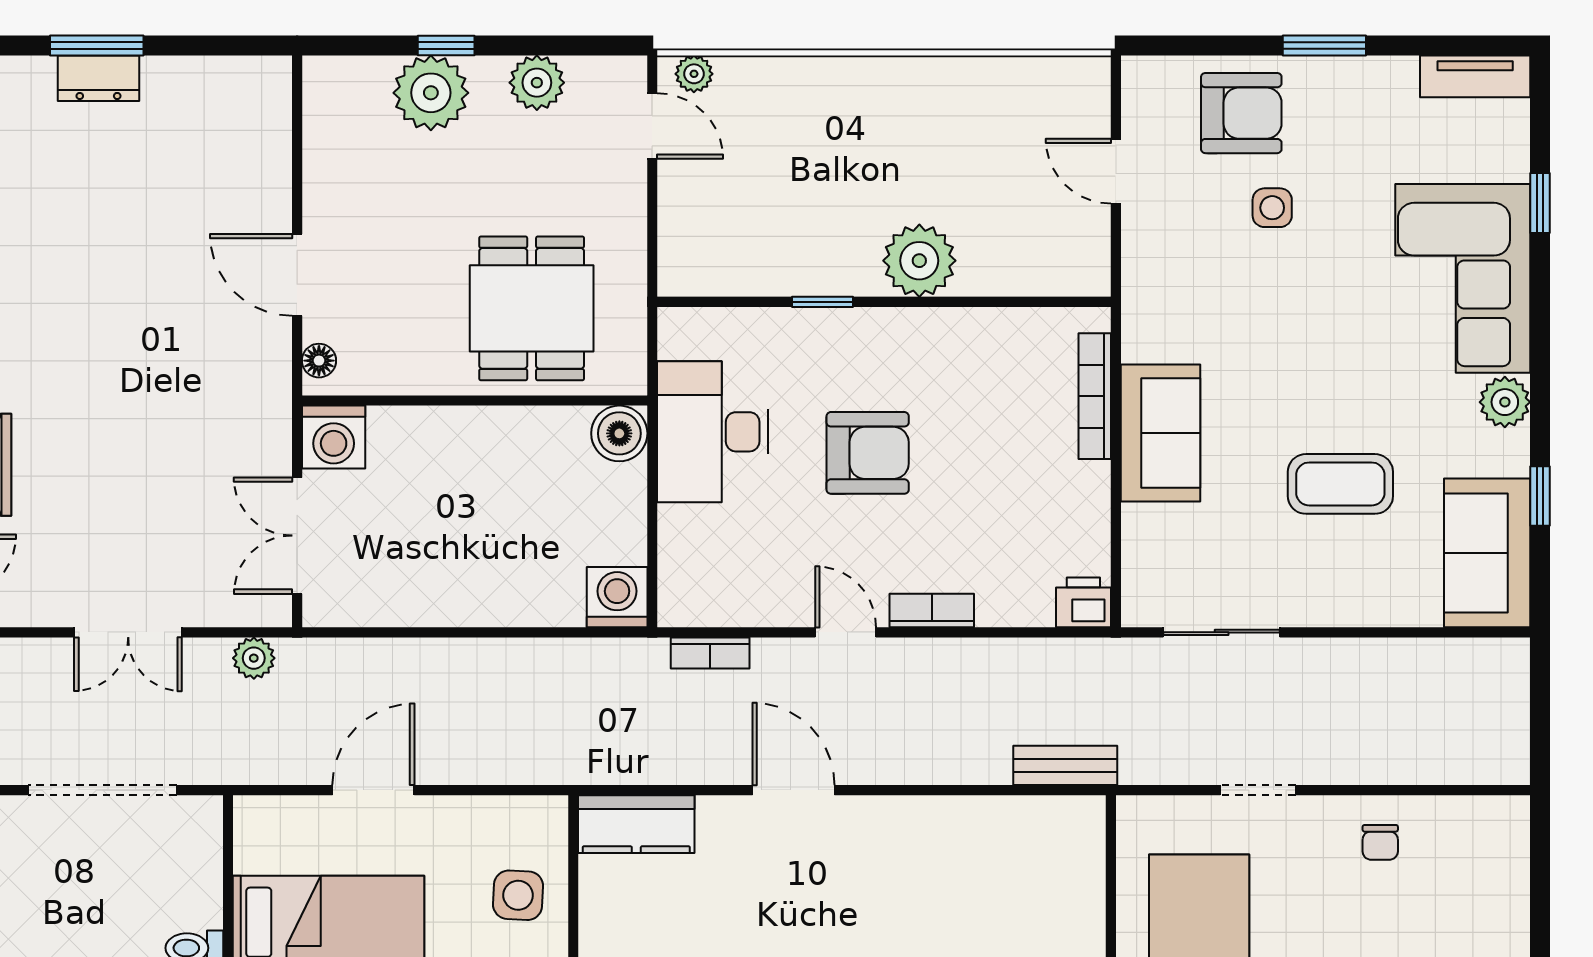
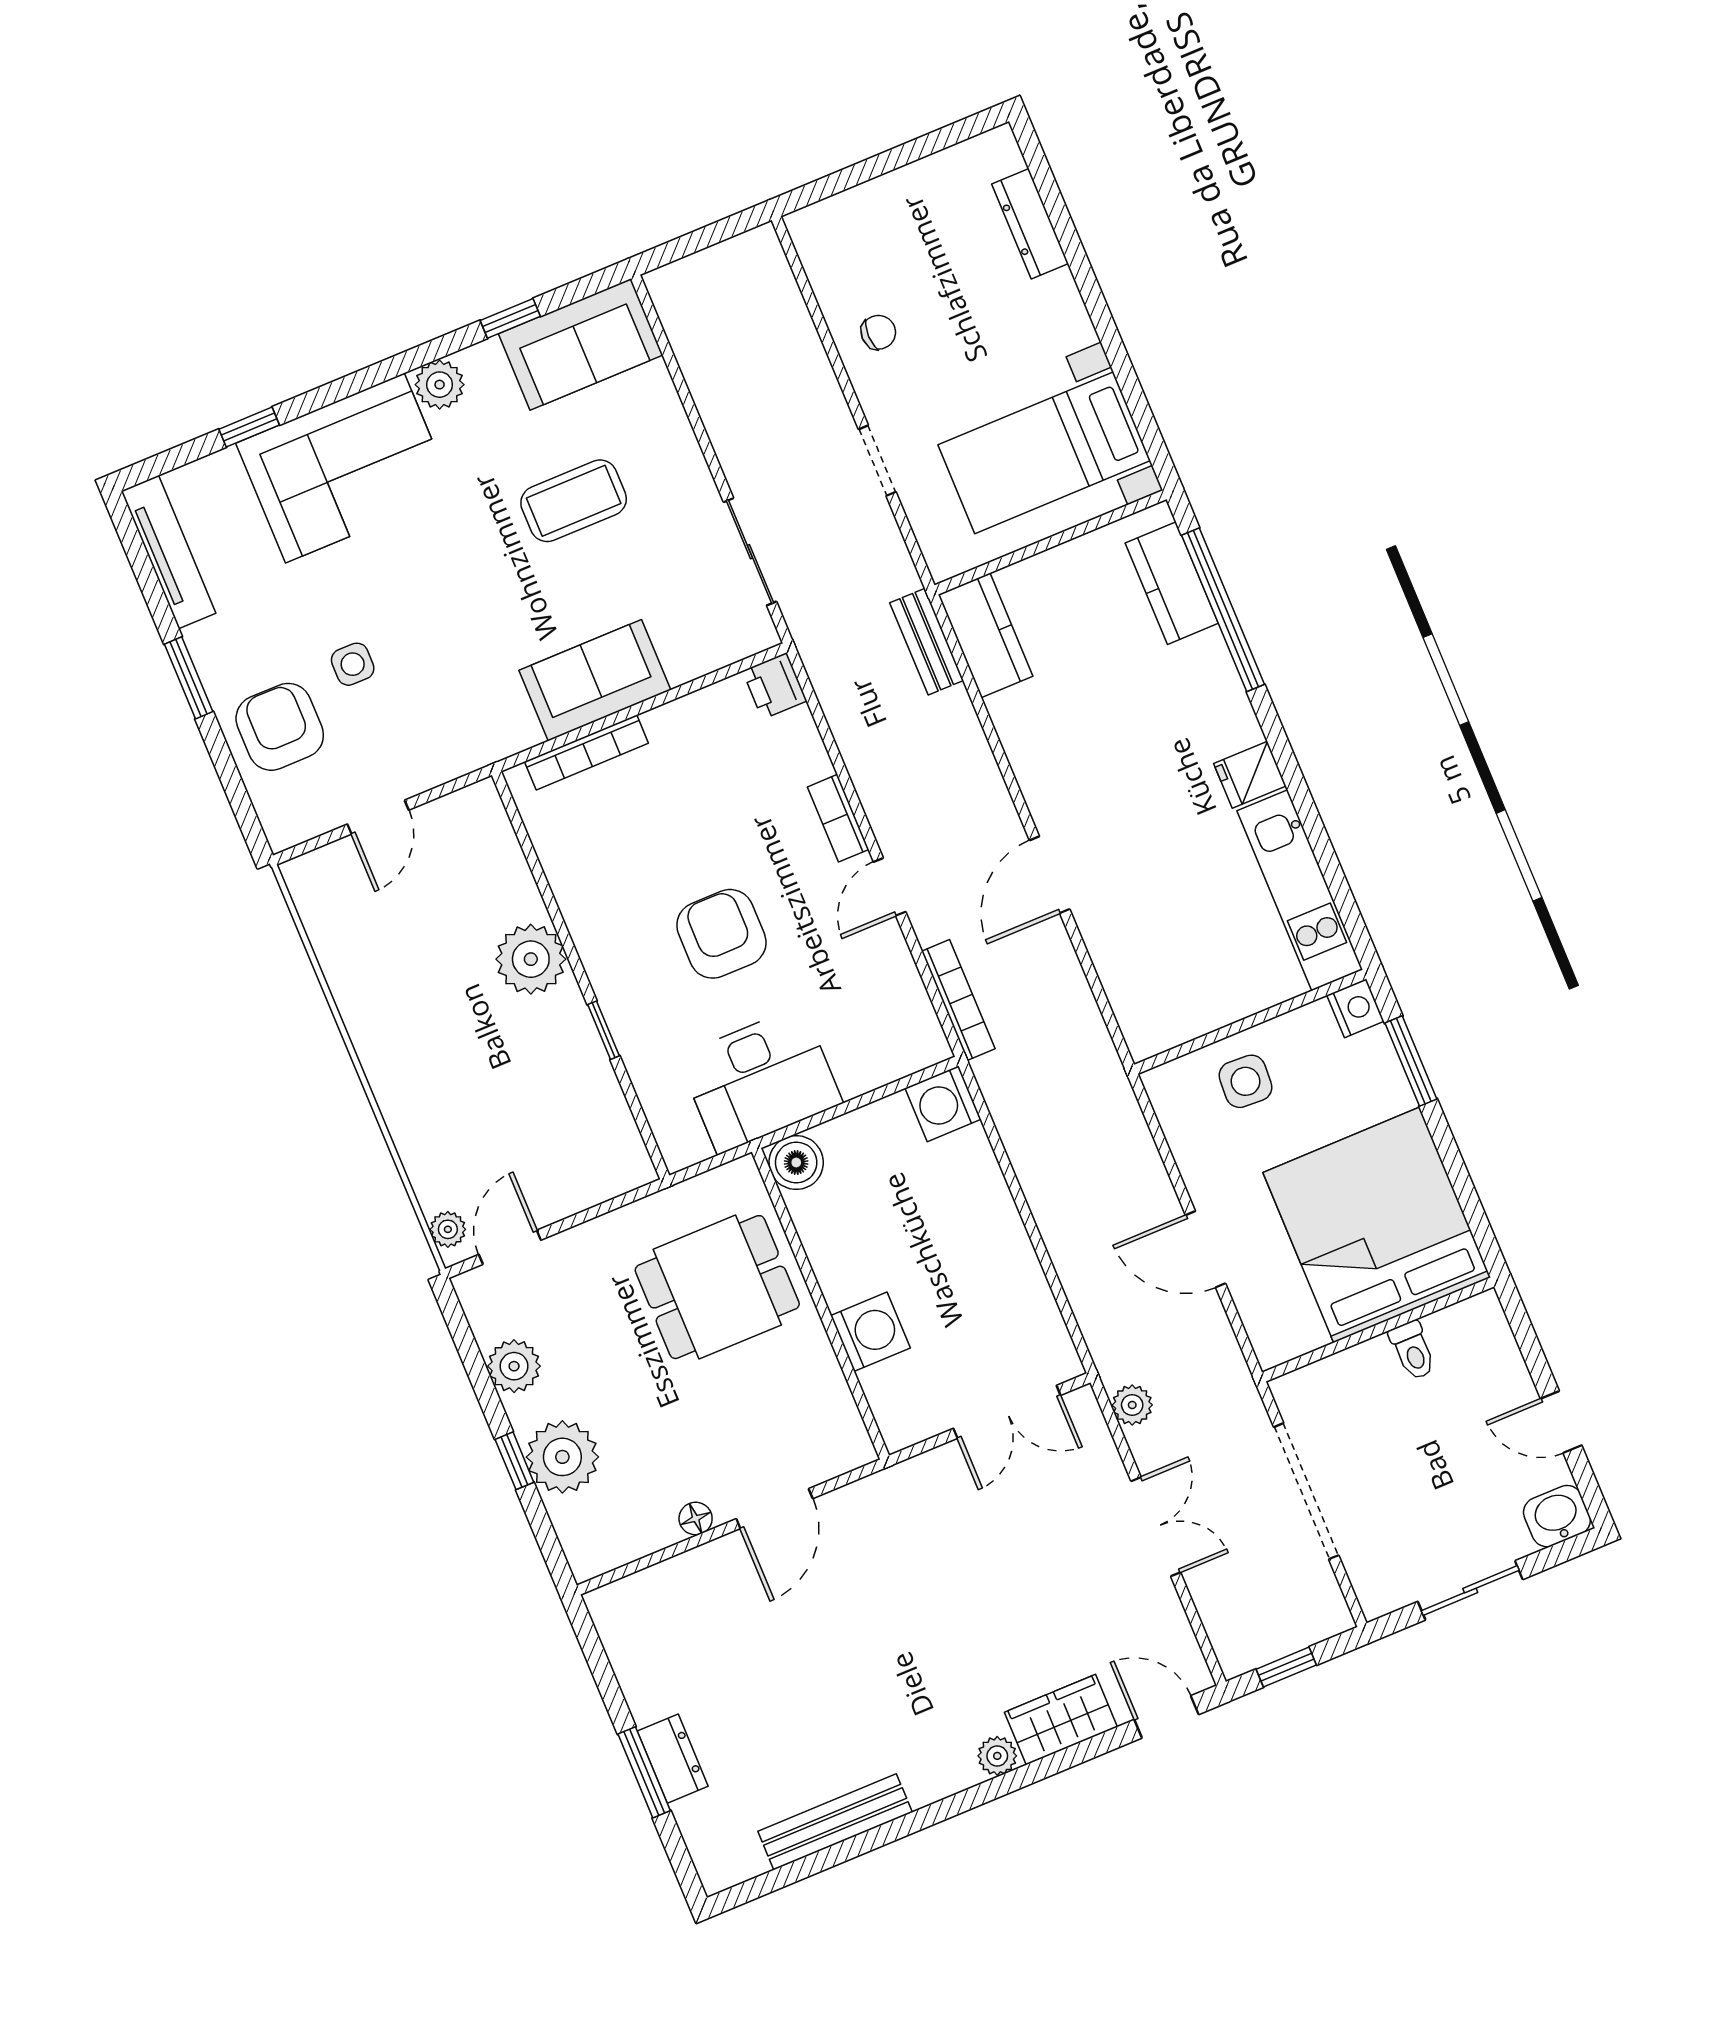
tv unit: (1475, 76) -> (168, 552), width x1.41
floor lamp: (319, 361) -> (696, 1519), moved
washing machine: (334, 437) -> (870, 1332), moved
coffee table: (1340, 484) -> (574, 501), turned 90
bookcase: (710, 653) -> (958, 1000), width x1.56
kitchen counter: (636, 824) -> (985, 635), moved

